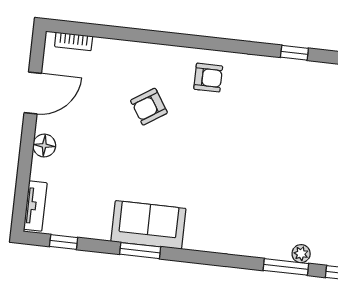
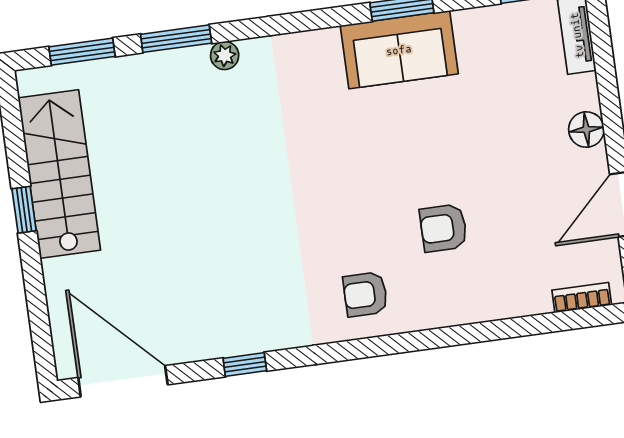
armchair: (149, 107) -> (443, 228), turned -147
plant: (301, 254) -> (225, 55), moved

